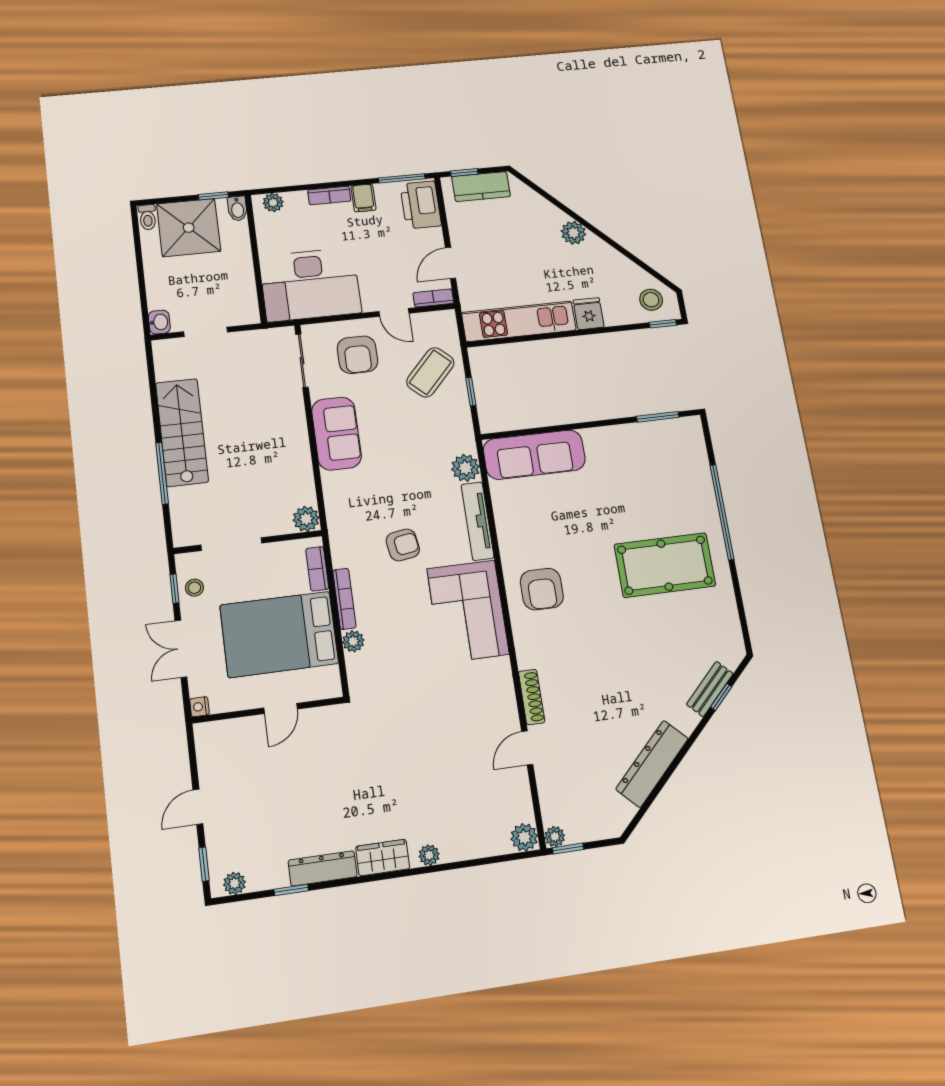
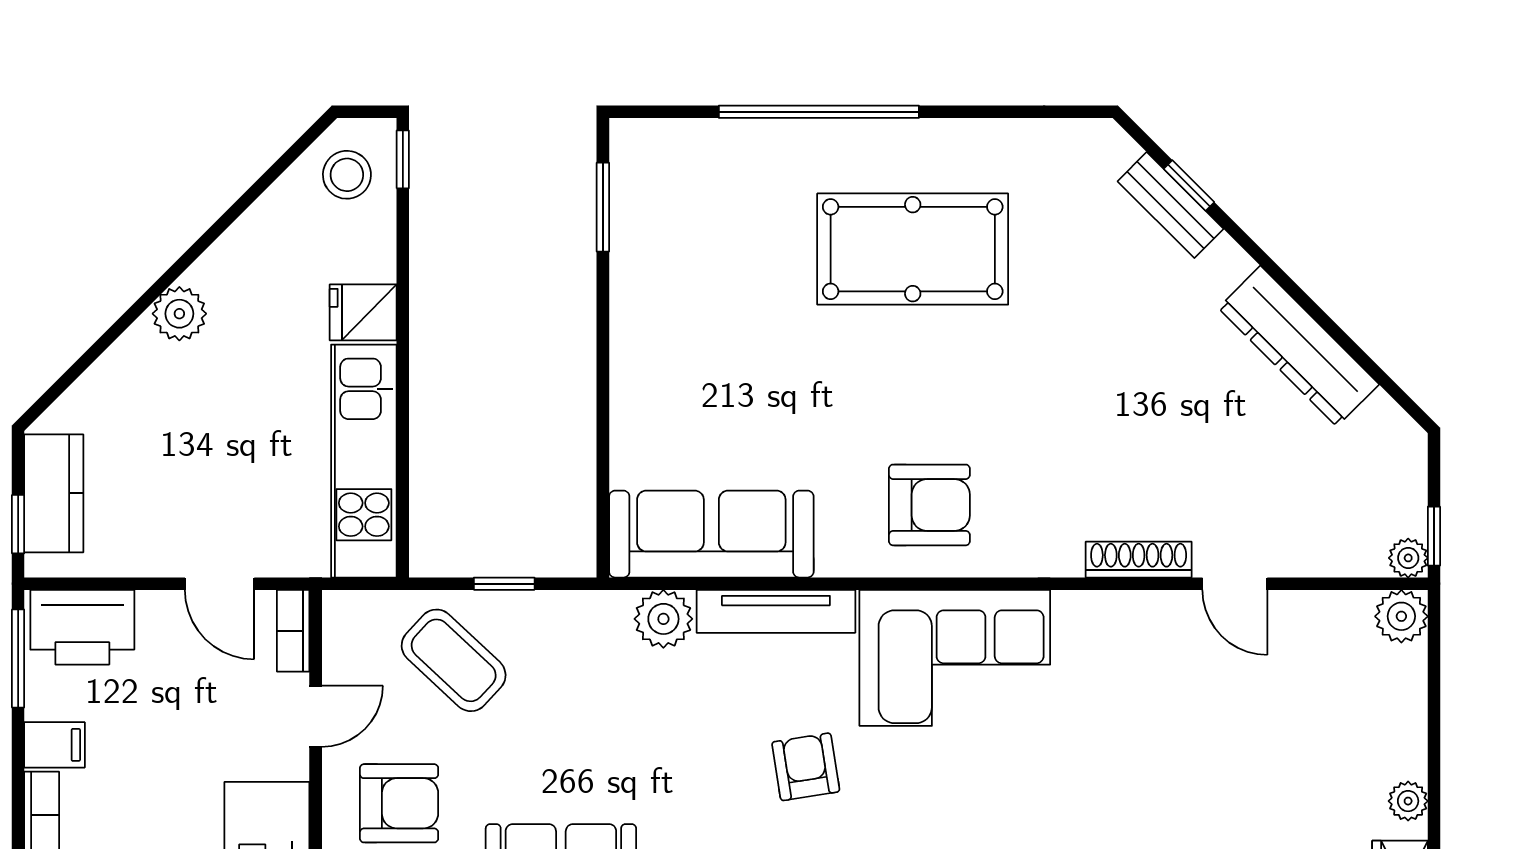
sofa: (534, 455) -> (711, 534), moved, turned -90
pool table: (665, 565) -> (913, 249), turned 90

